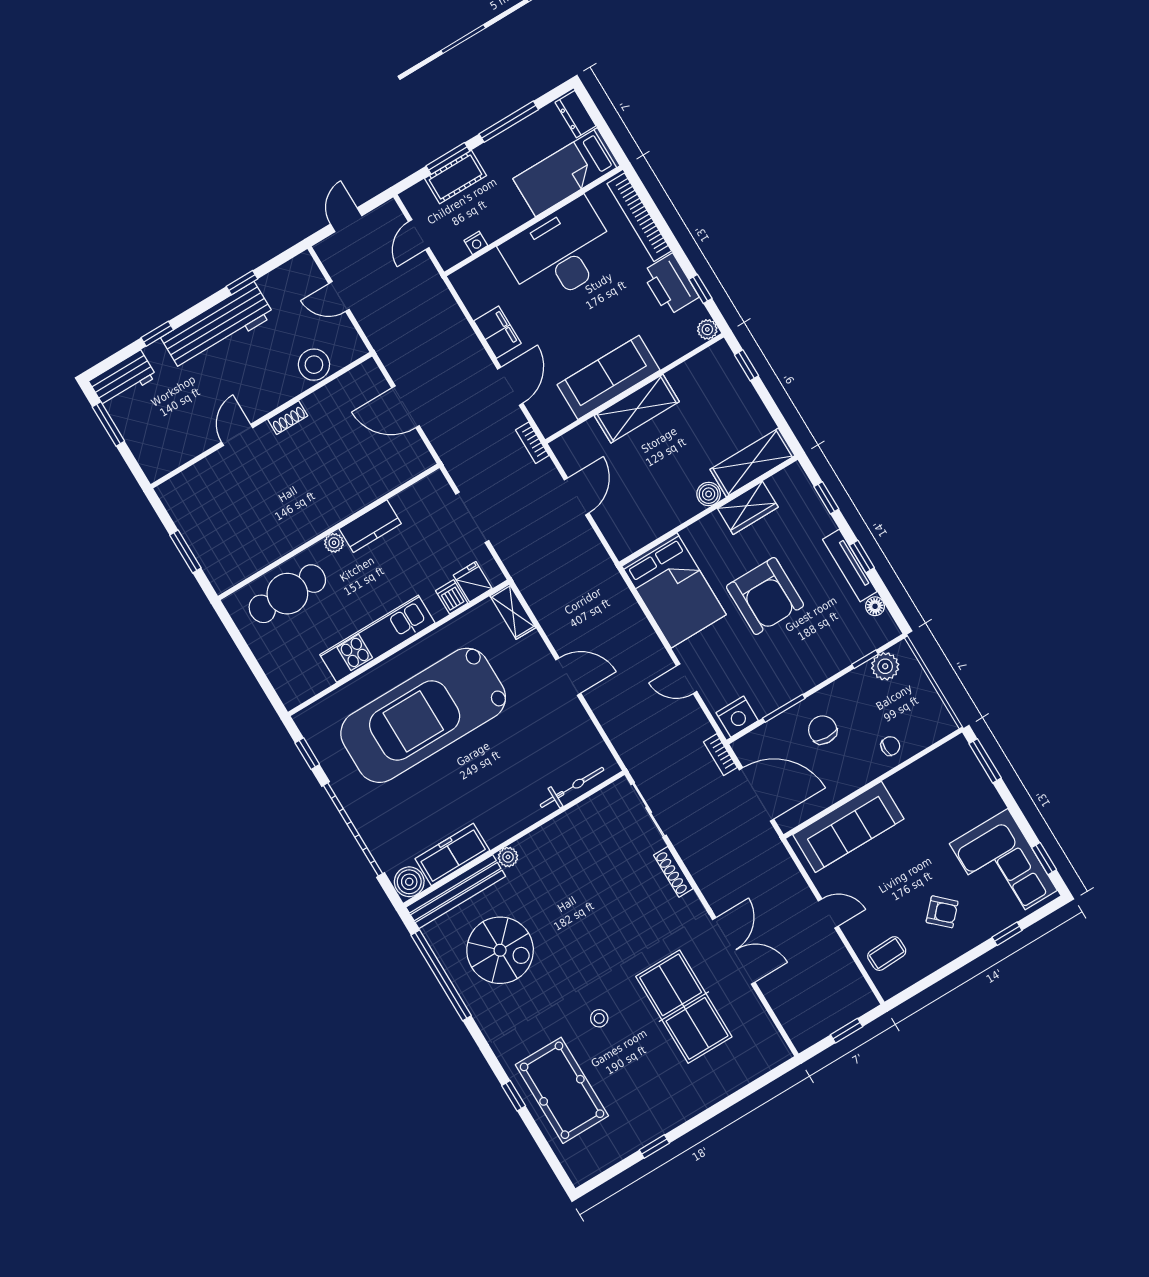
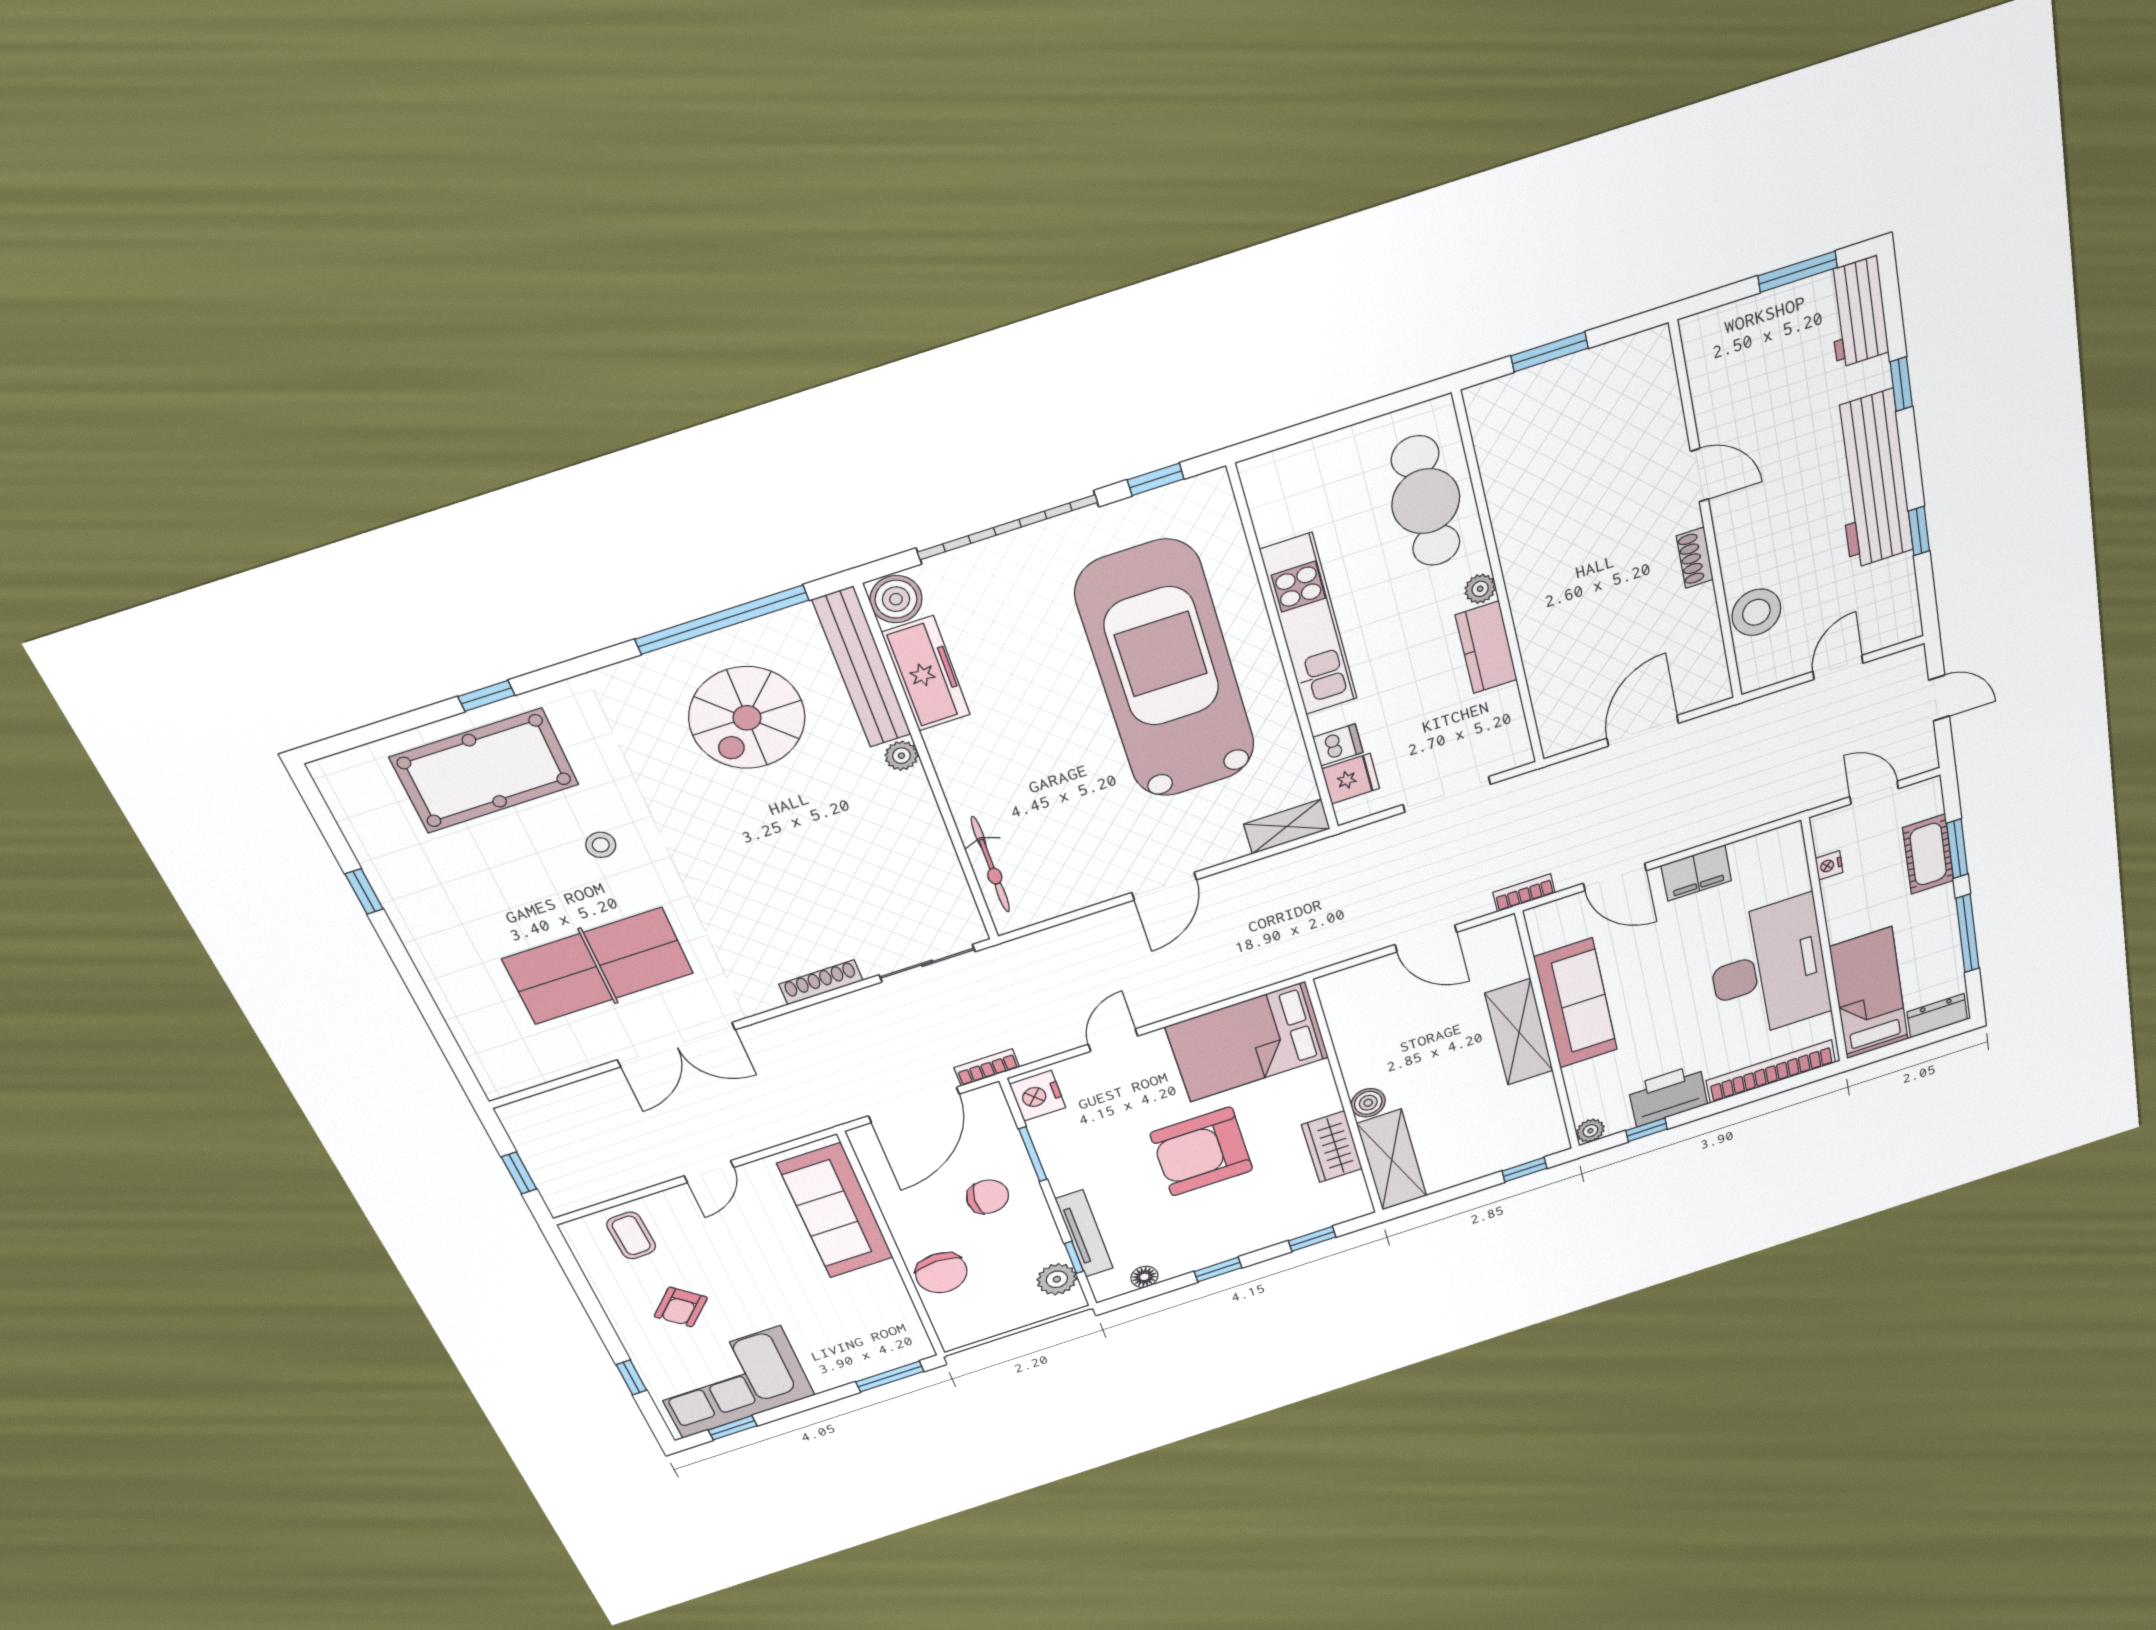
tv unit: (850, 565) -> (1084, 1234), moved, turned 90
chair: (890, 746) -> (941, 1273), width x1.87, depth x1.87

